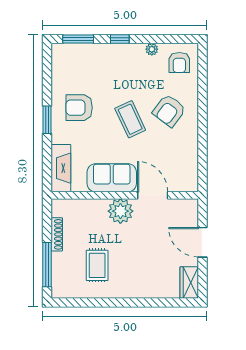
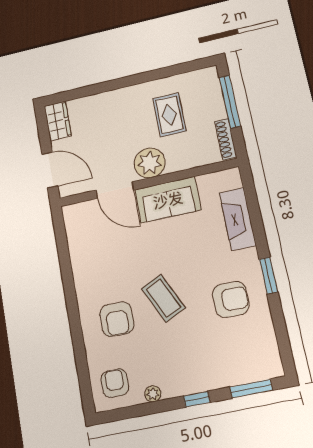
armchair: (169, 111) -> (117, 319), turned 143
sofa: (112, 178) -> (168, 200), moved
wall: (125, 195) -> (148, 183), moved
door: (153, 195) -> (115, 190), moved
plant: (120, 211) -> (150, 163), moved

